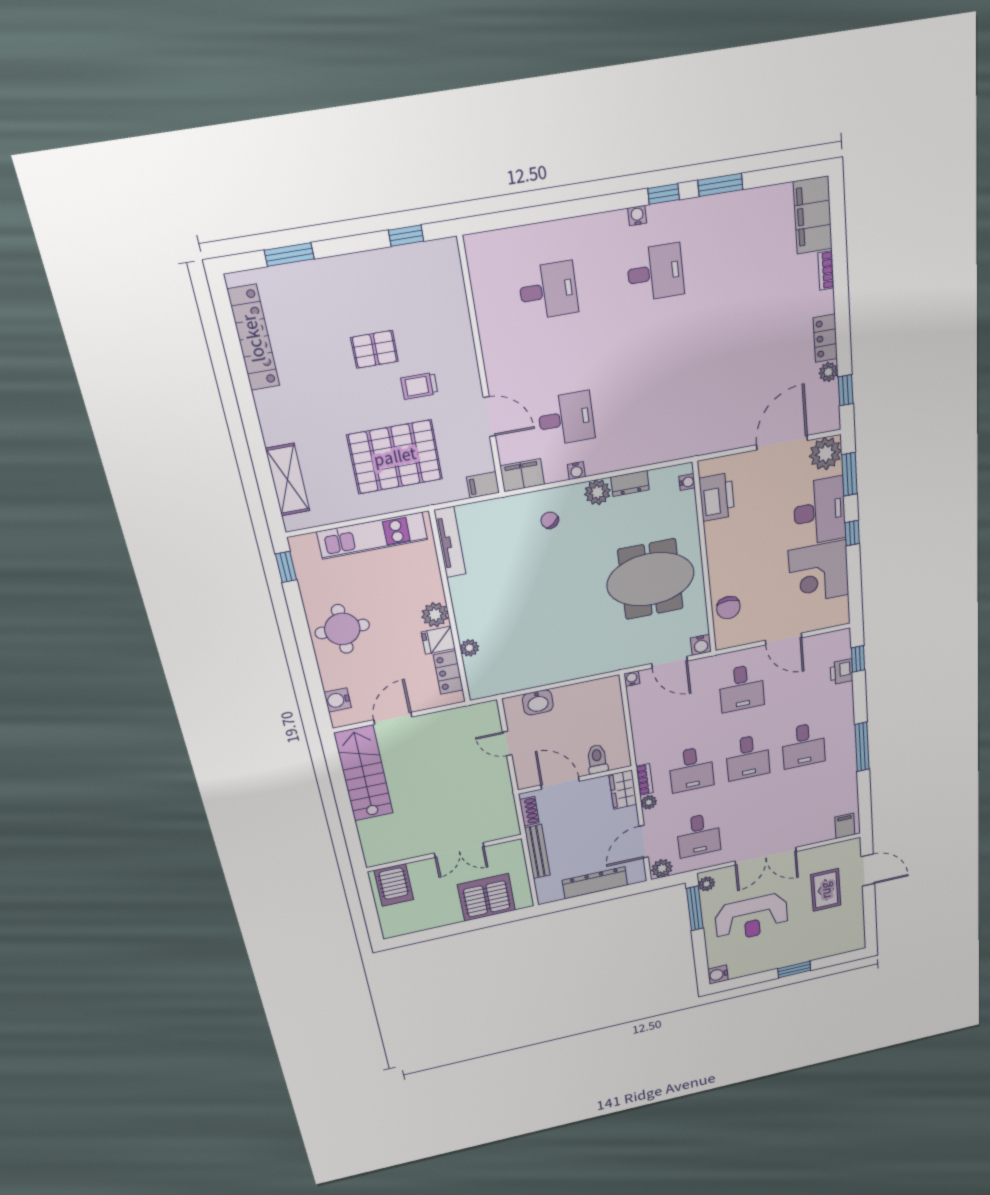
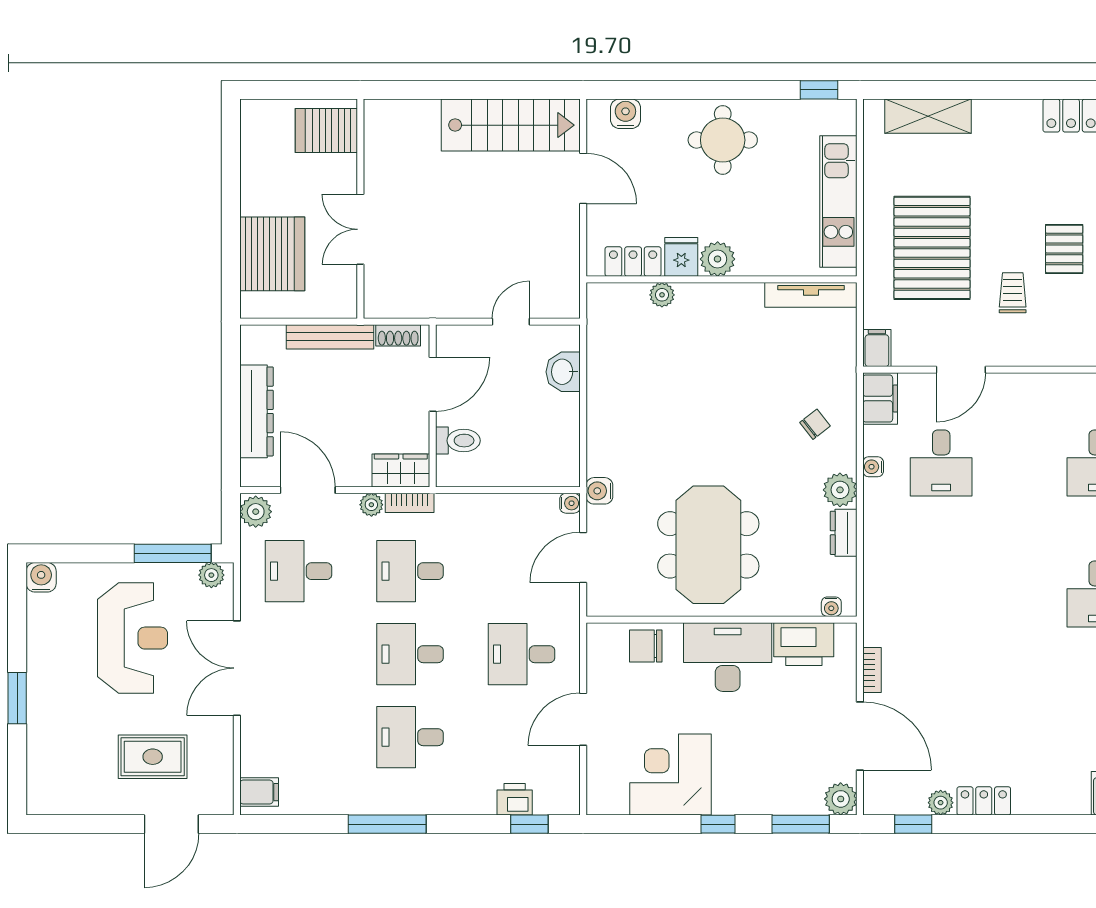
bookcase: (826, 270) -> (872, 670), moved, turned 90
plant: (825, 454) -> (841, 799), width x0.73, depth x0.73
desk: (820, 511) -> (728, 657), moved, turned 180
water cooler: (701, 645) -> (599, 491), moved
reception desk: (751, 918) -> (133, 638), turned 180

